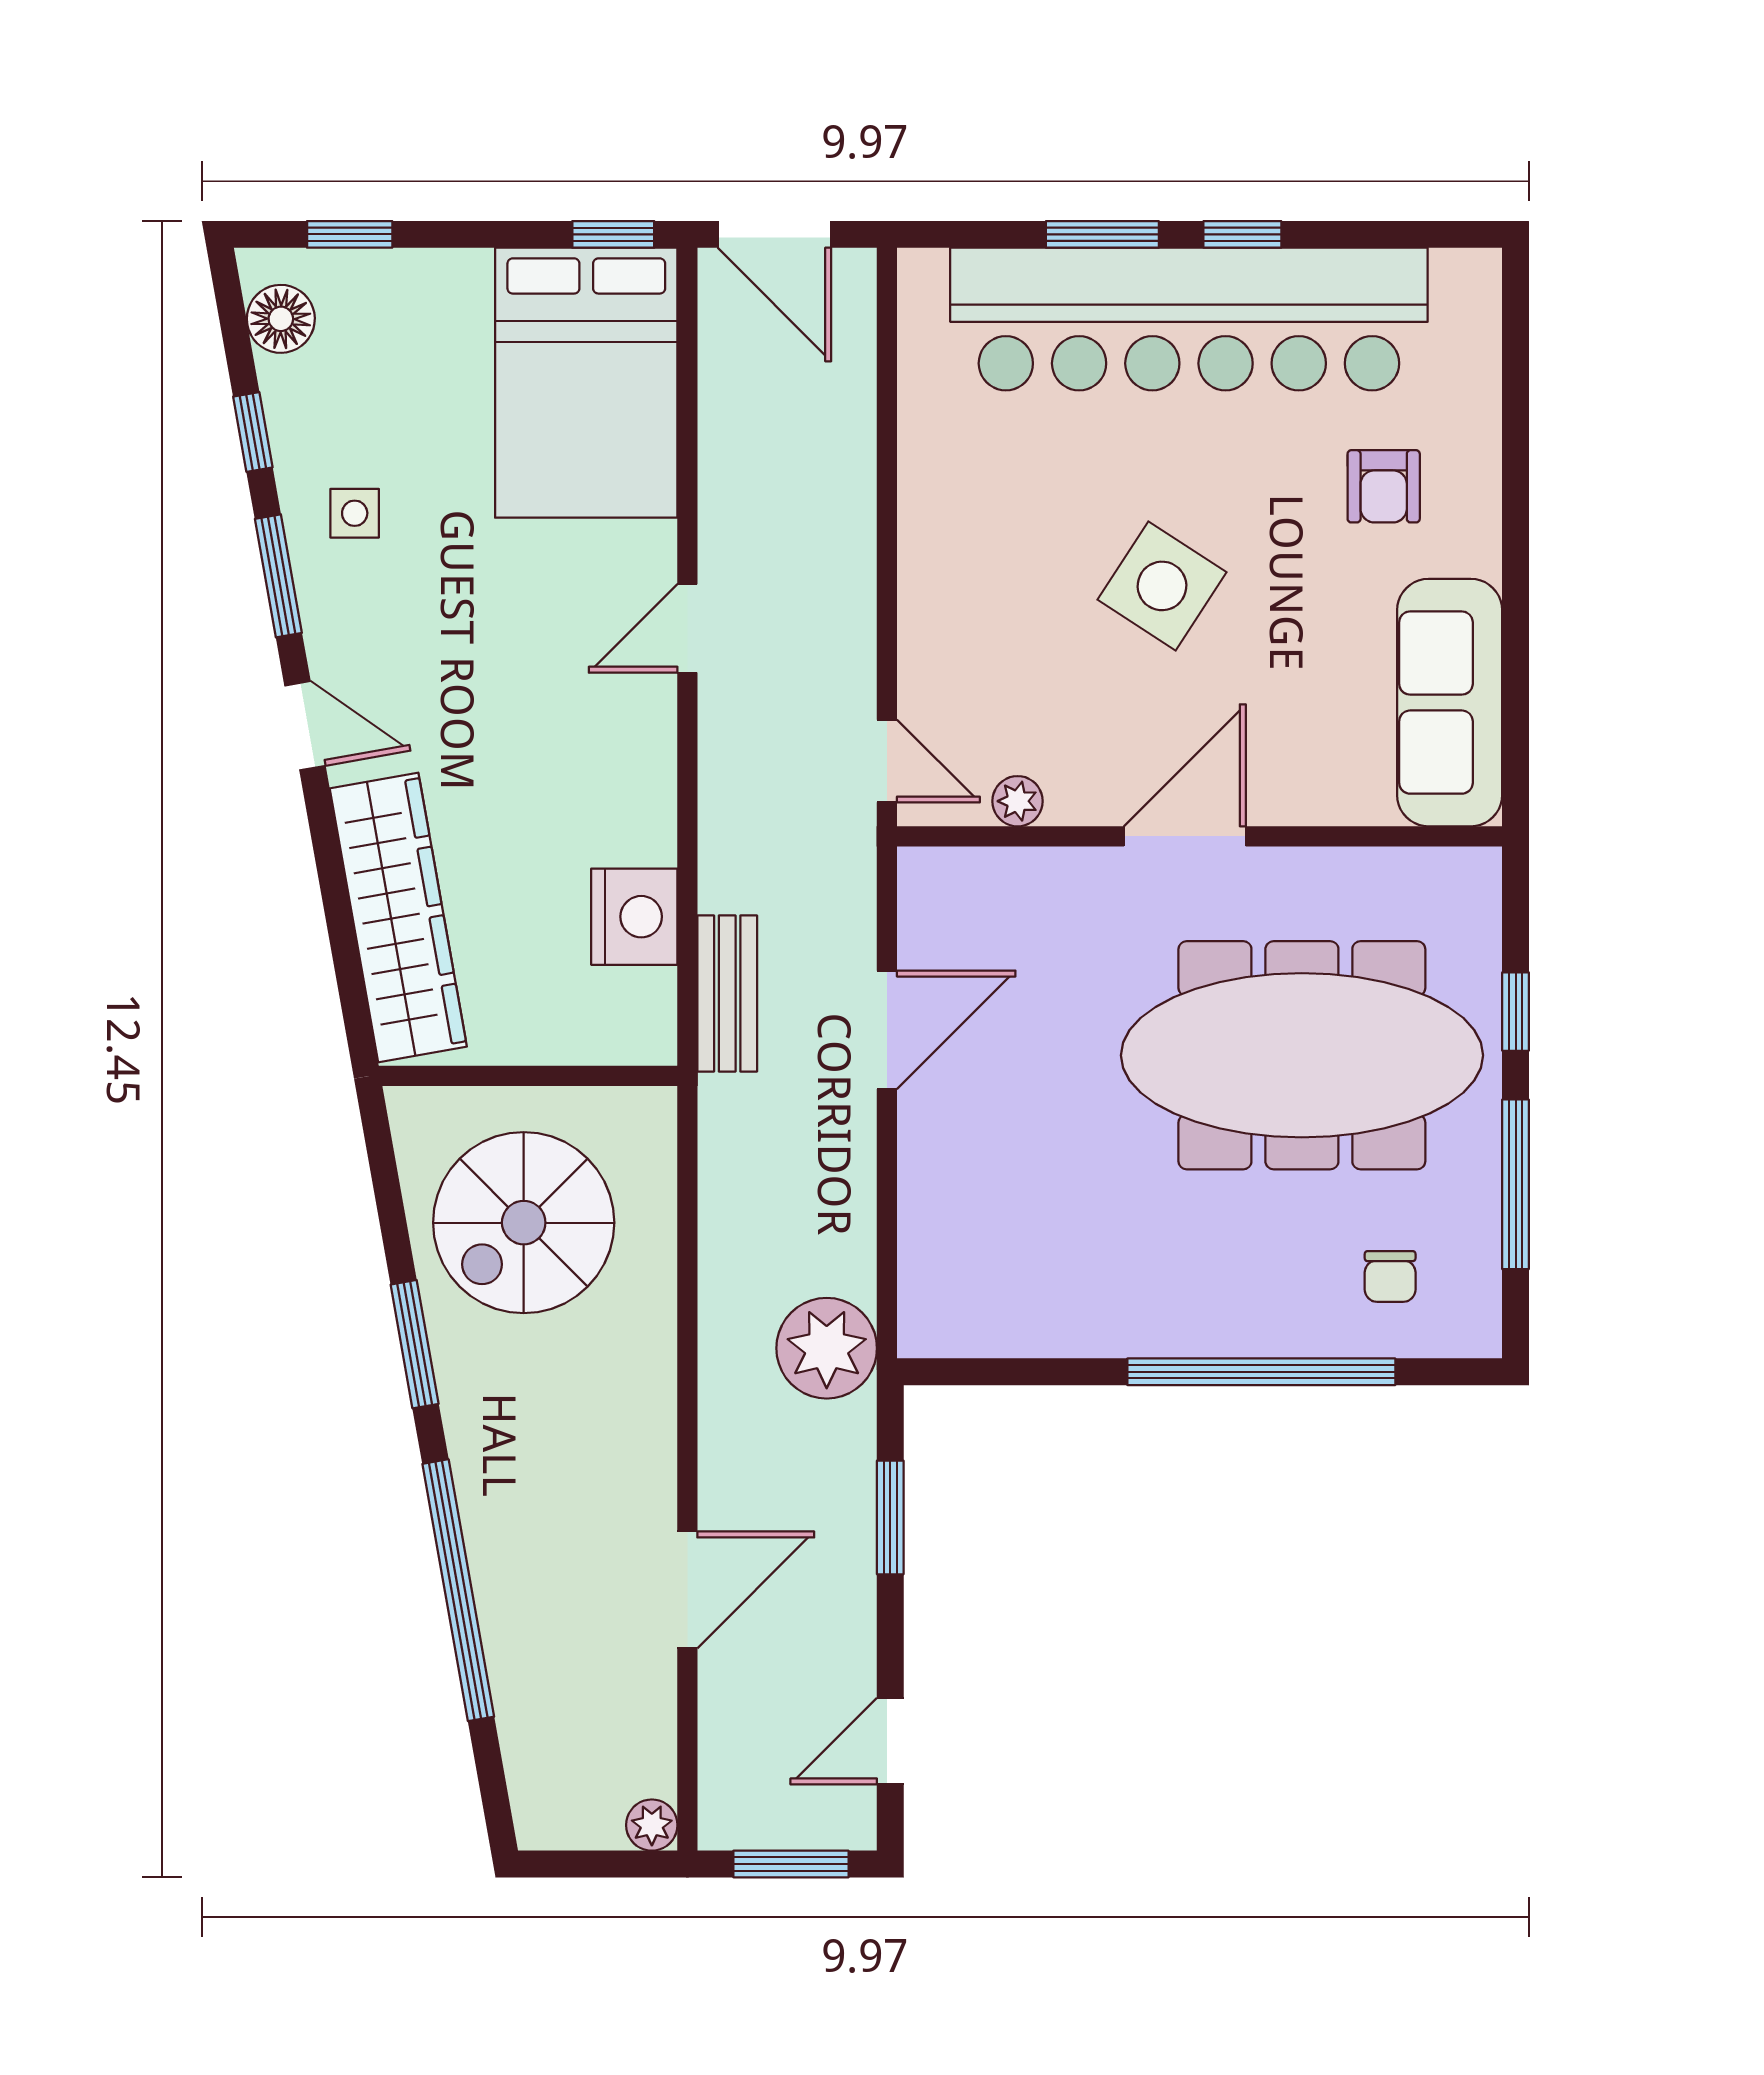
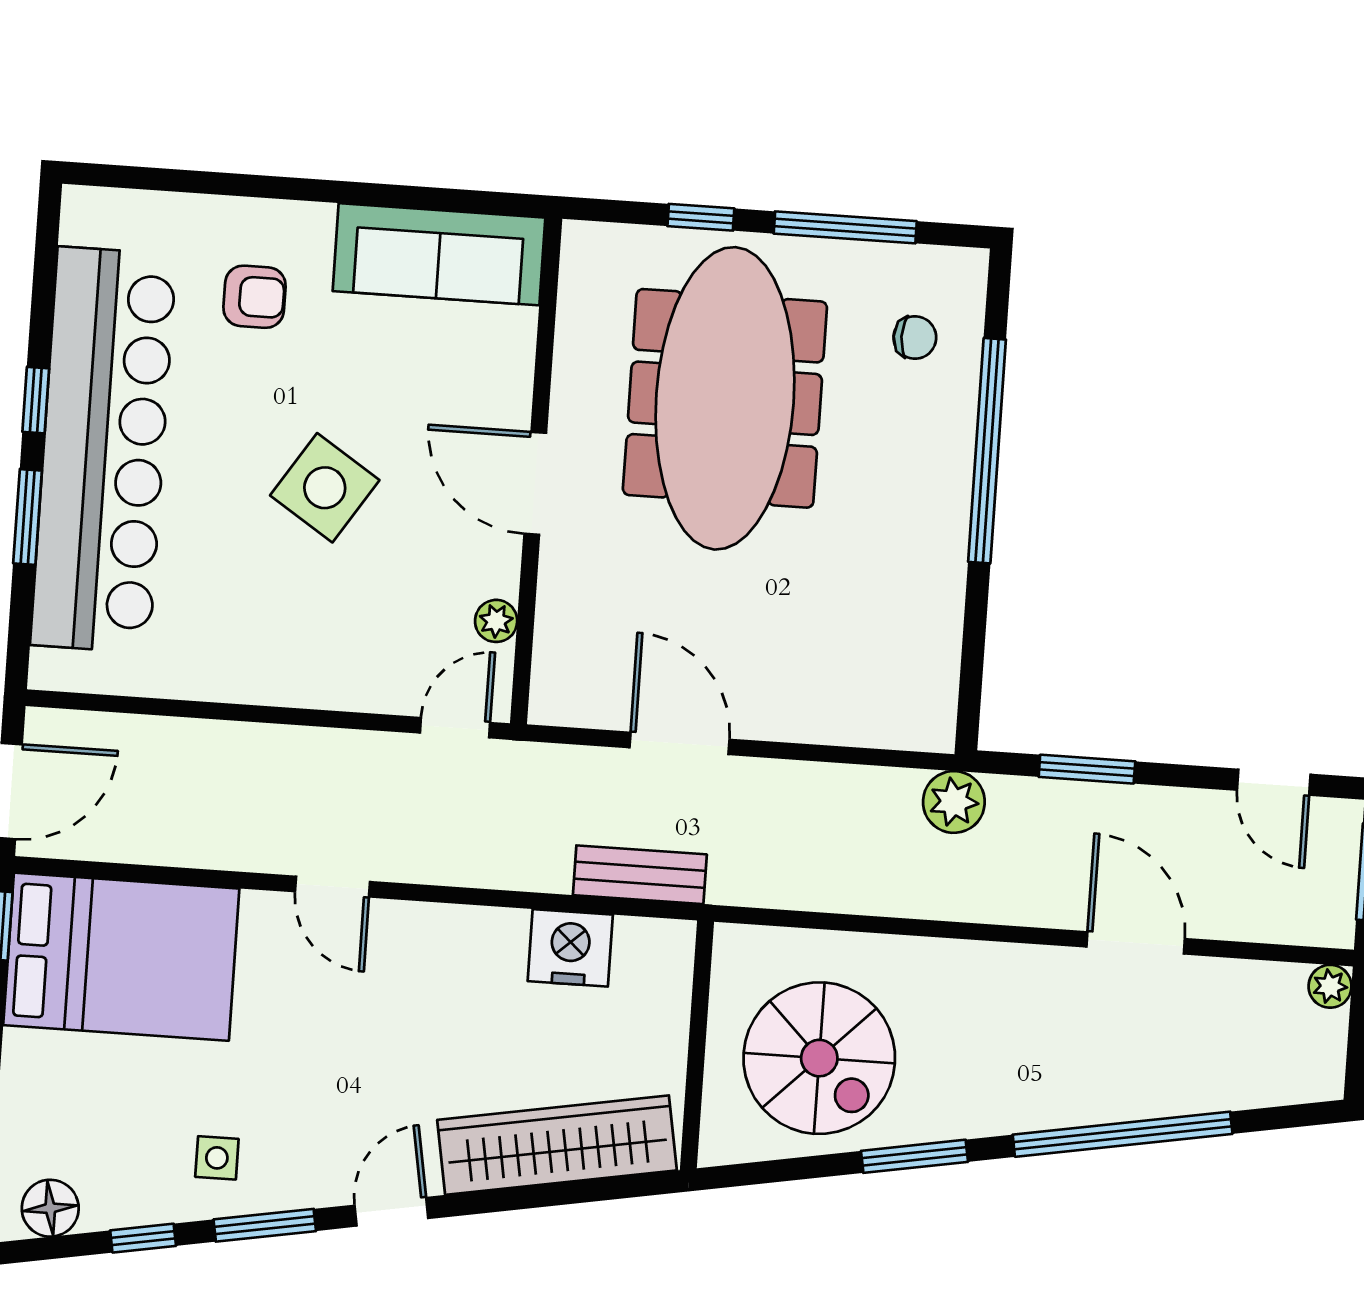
plant: (827, 1348) -> (954, 802), width x0.73, depth x0.73

